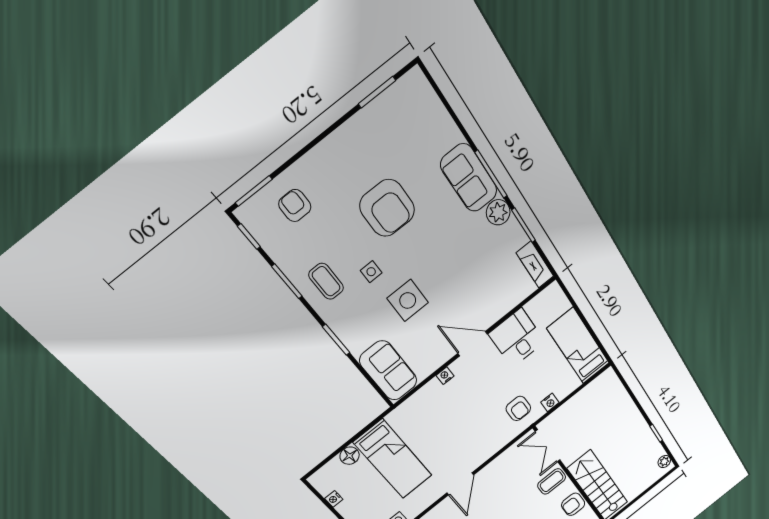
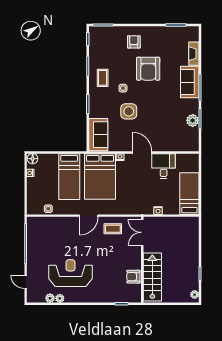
armchair: (295, 206) -> (134, 42), moved
plant: (498, 212) -> (193, 120), moved
fireplace: (535, 264) -> (194, 54), moved
armchair: (518, 408) -> (141, 201), removed
bed: (437, 424) -> (100, 176), added
floor lamp: (350, 456) -> (33, 159), moved
coffee table: (552, 481) -> (113, 229), moved

